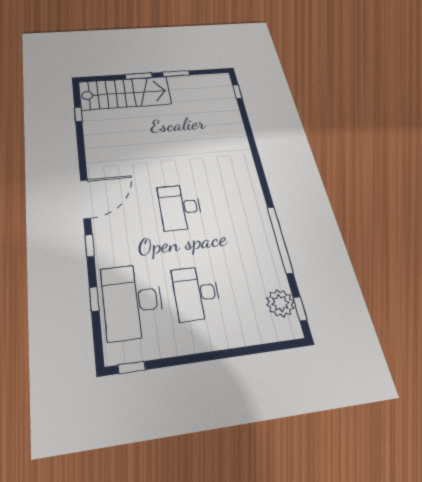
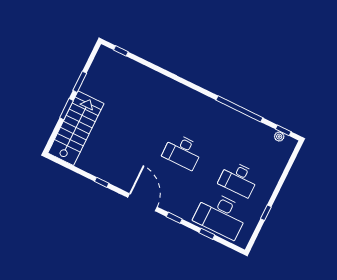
window: (78, 114) -> (102, 182), moved
plant: (280, 303) -> (279, 137), width x0.53, depth x0.53
window: (132, 367) -> (266, 213), moved

